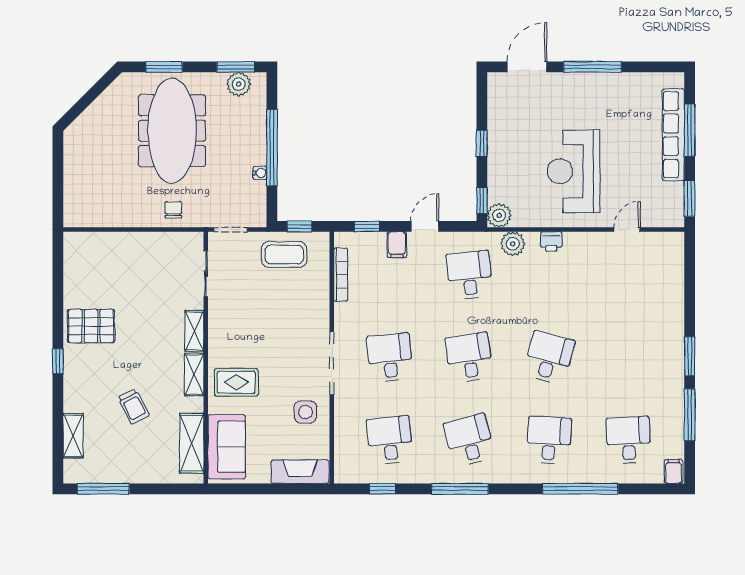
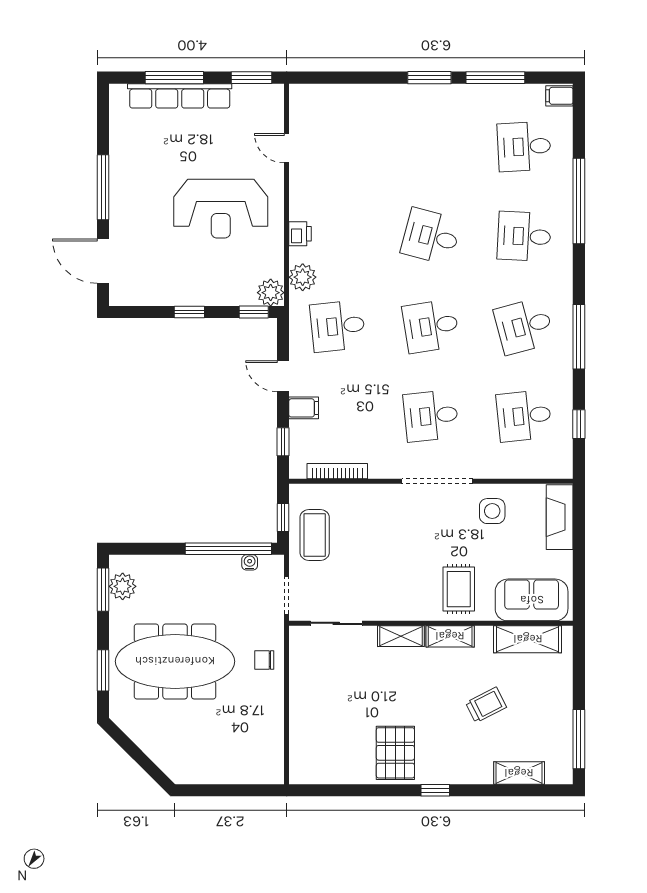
window: (272, 148) -> (228, 549), moved
water cooler: (260, 173) -> (250, 562), moved

